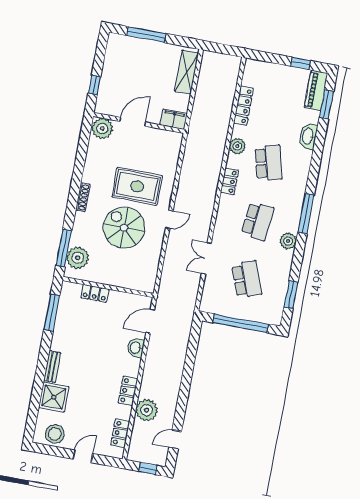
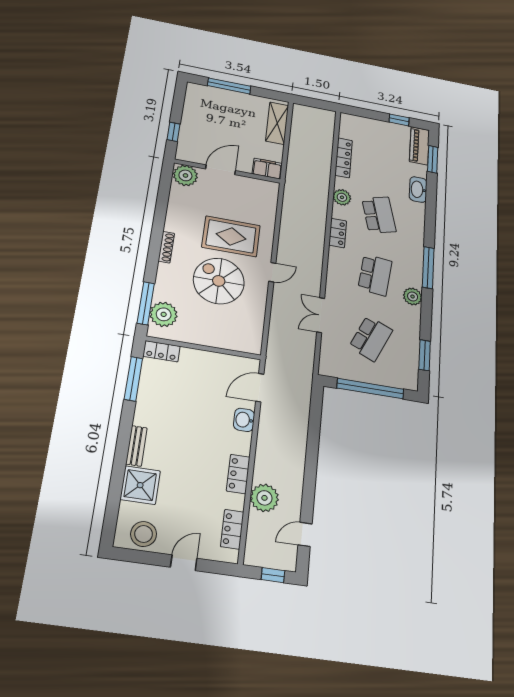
school desk: (247, 279) -> (371, 338), turned 45
locker: (95, 293) -> (161, 351), moved

